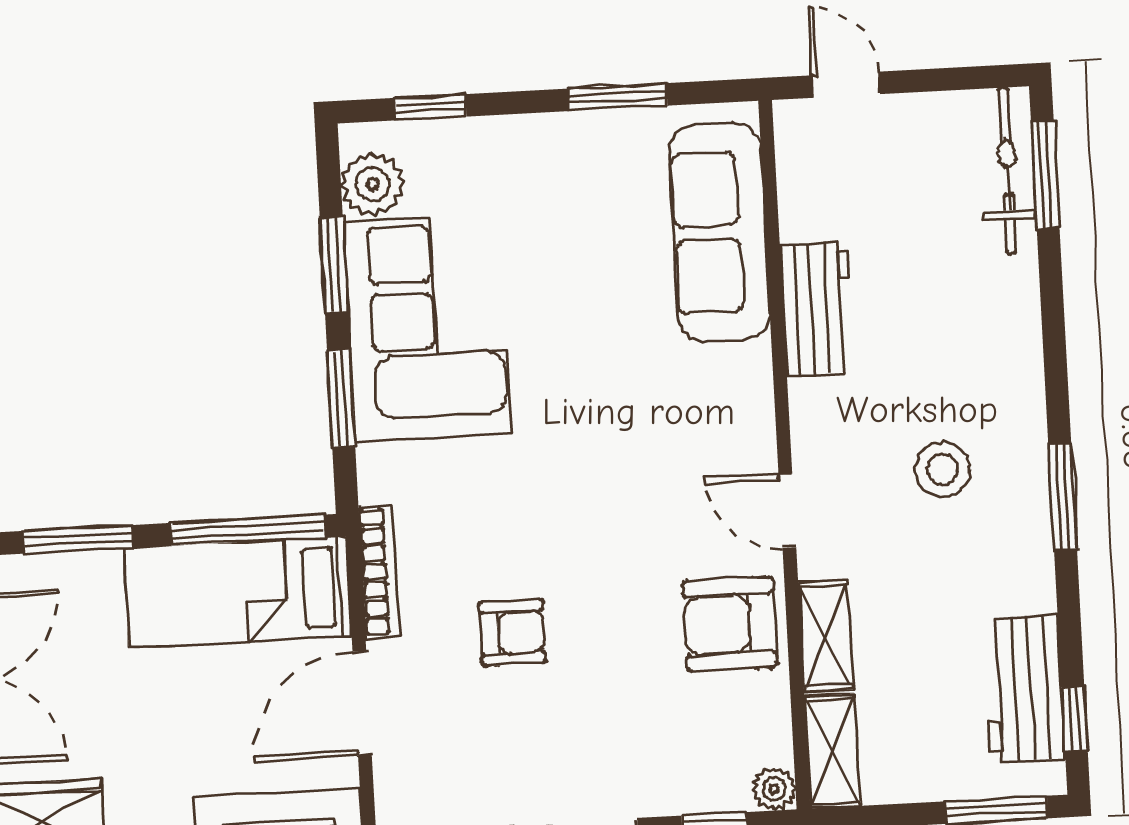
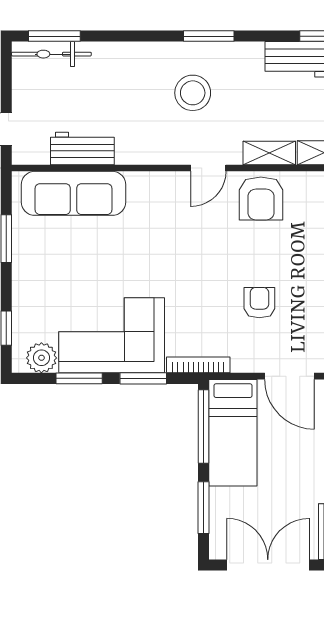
workbench: (817, 309) -> (82, 148), moved
stool: (942, 470) -> (193, 93), width x1.38, depth x1.38
bookcase: (379, 572) -> (198, 365), moved

